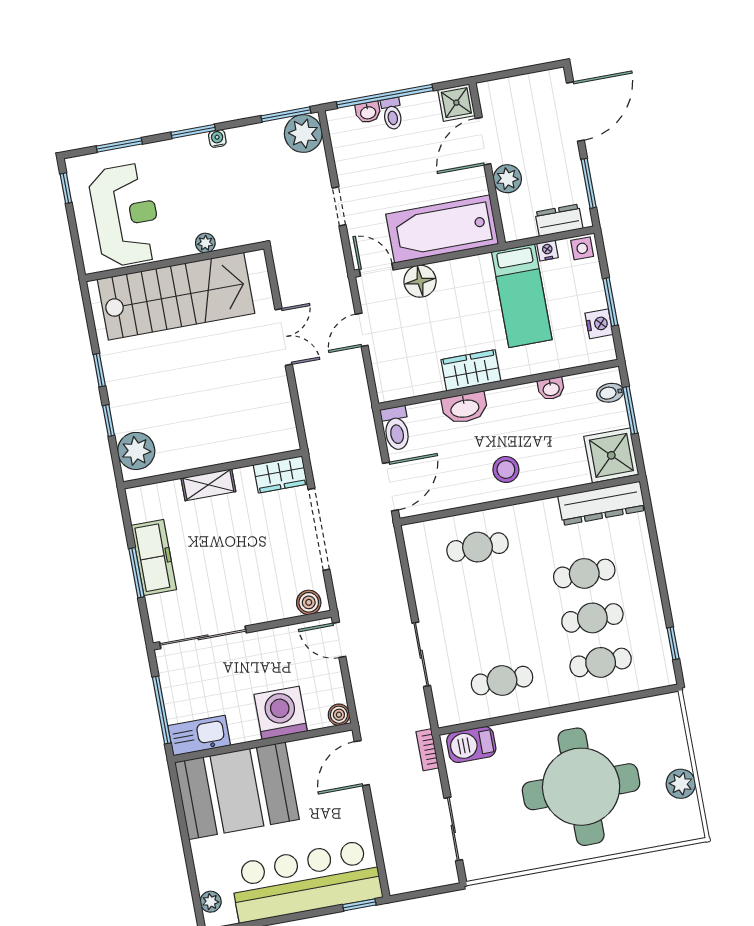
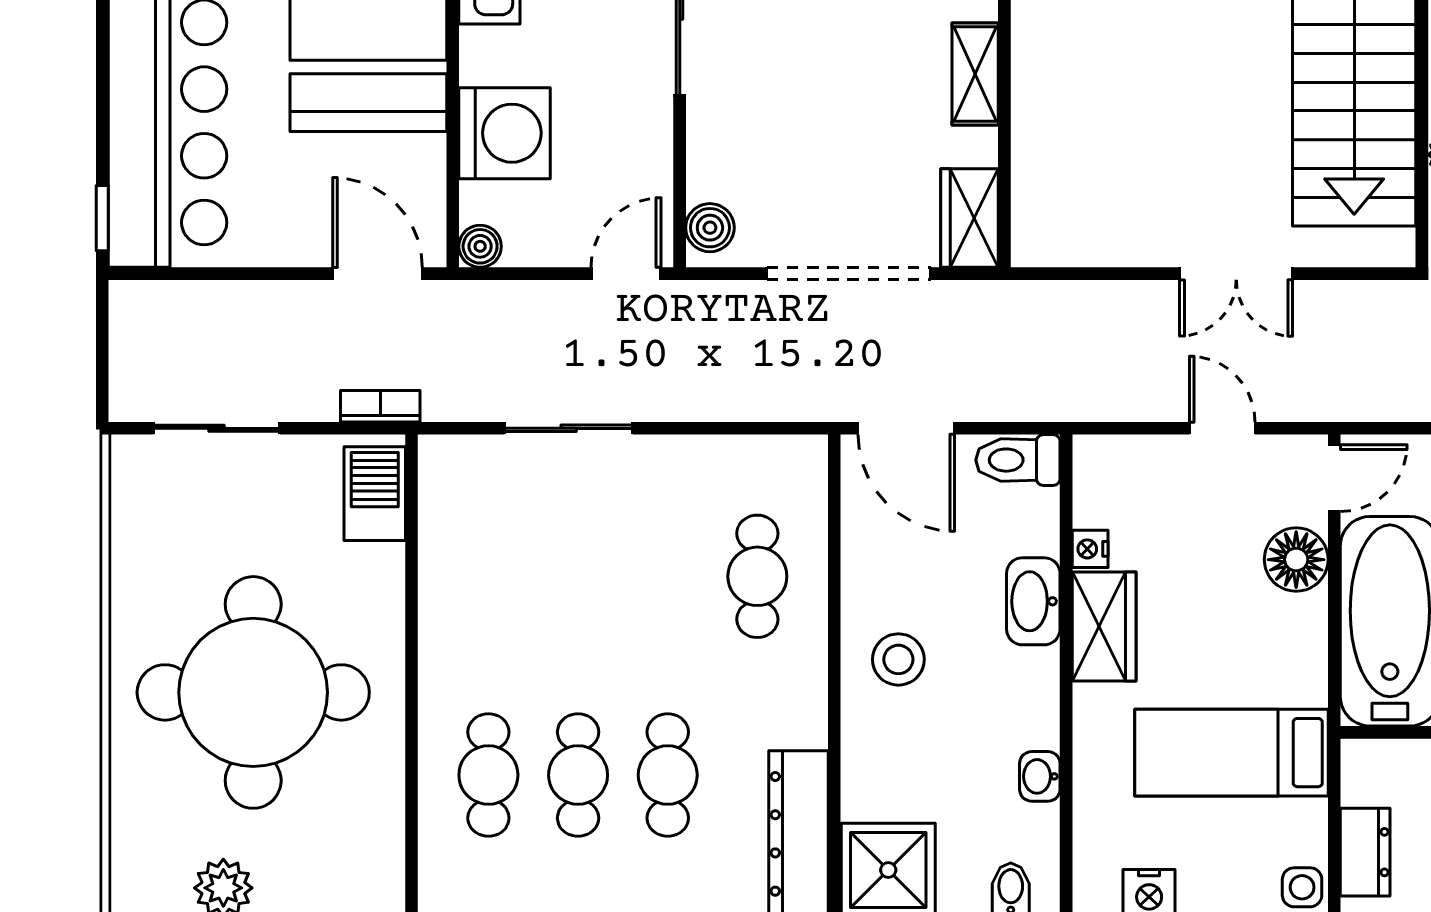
nightstand: (548, 251) -> (1090, 549), moved, turned 180
cafe table: (502, 681) -> (488, 576), removed

